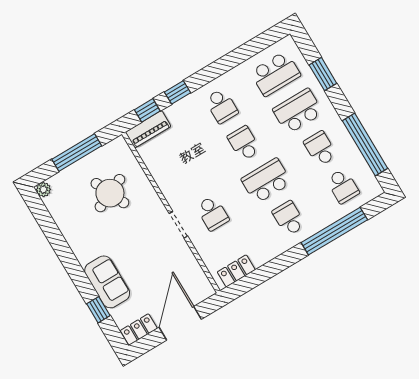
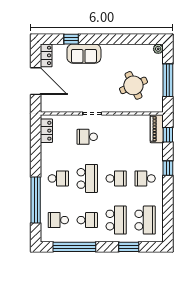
school desk: (275, 74) -> (145, 220), turned 180
window: (177, 92) -> (168, 168), moved

